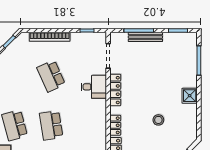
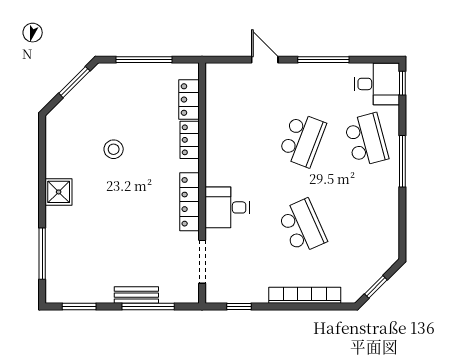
bench: (145, 37) -> (136, 295), width x0.73
school desk: (51, 125) -> (302, 140), turned 30

